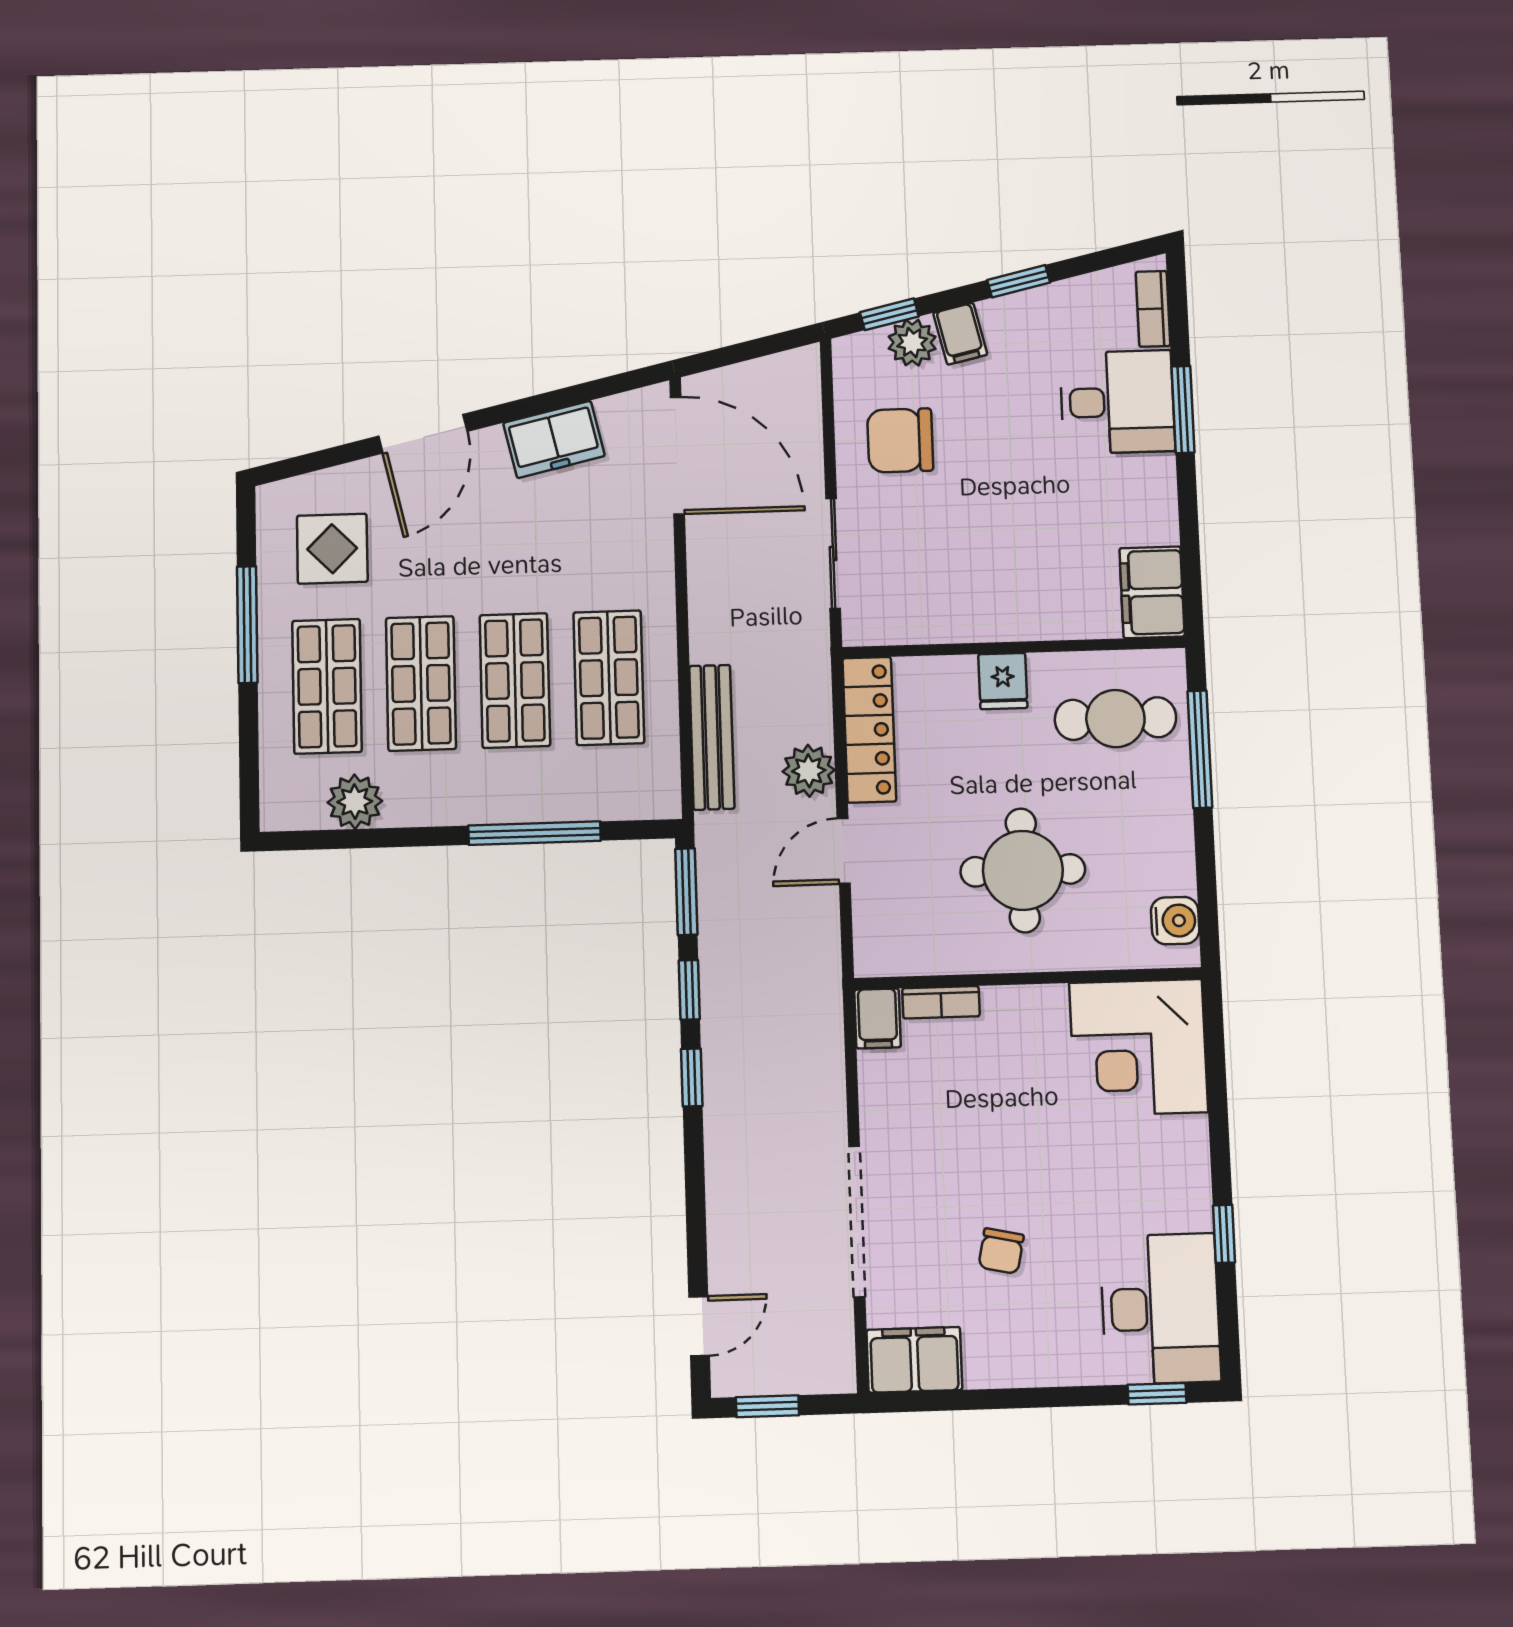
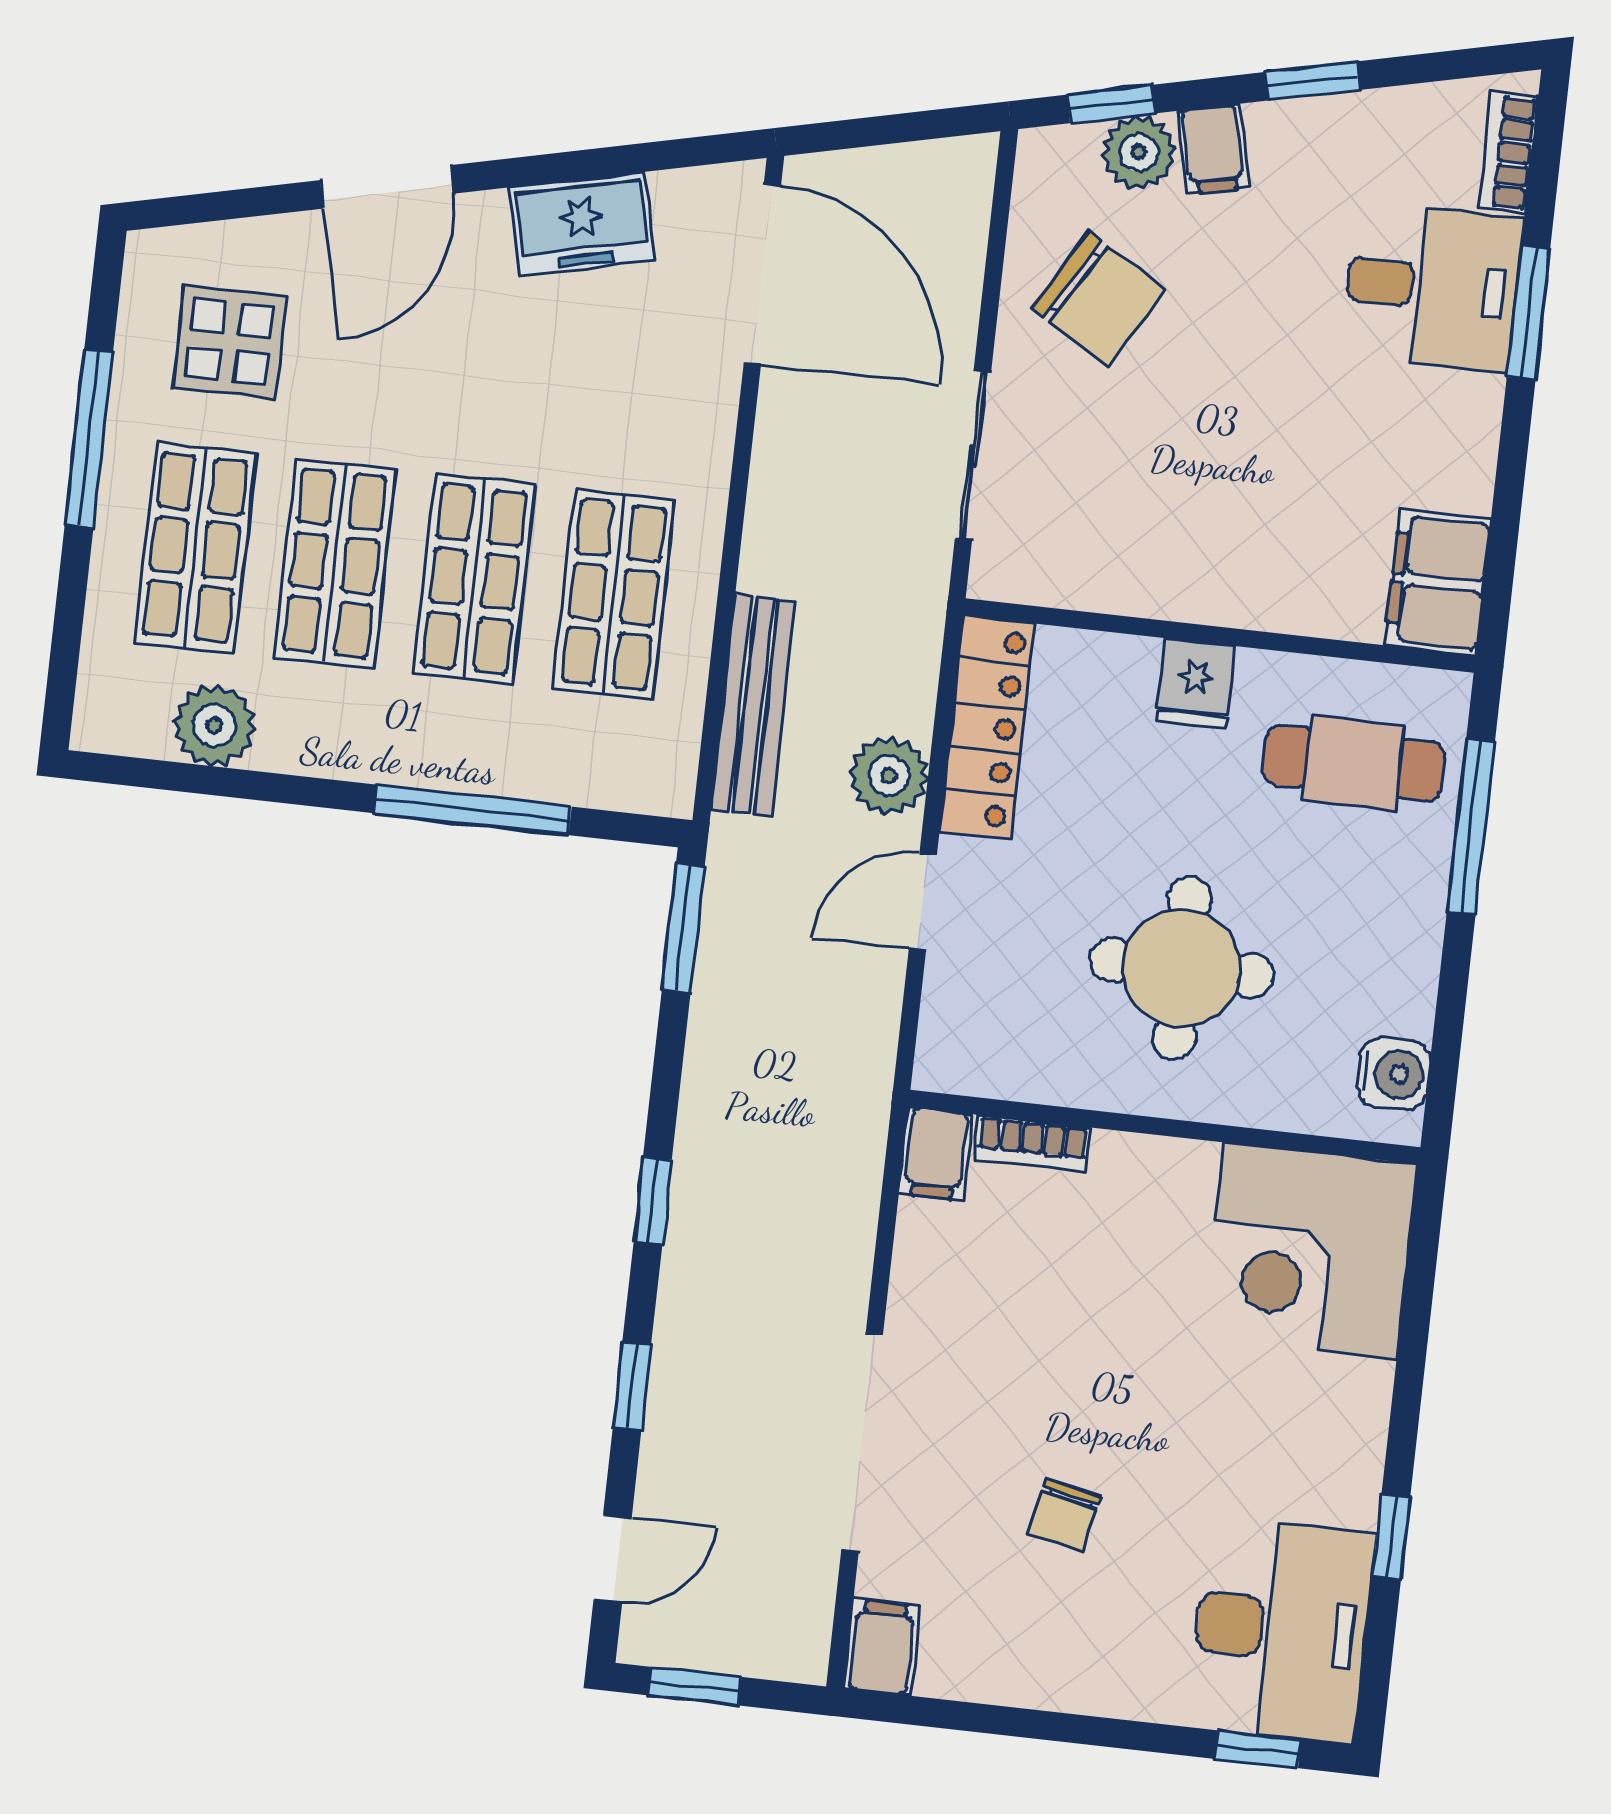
chair: (900, 440) -> (1098, 299), turned -149
window: (689, 990) -> (632, 1386), moved
filing cabinet: (914, 1360) -> (882, 1647), width x0.50

